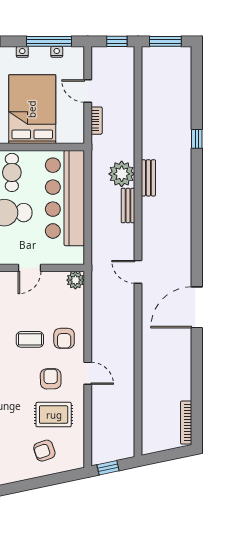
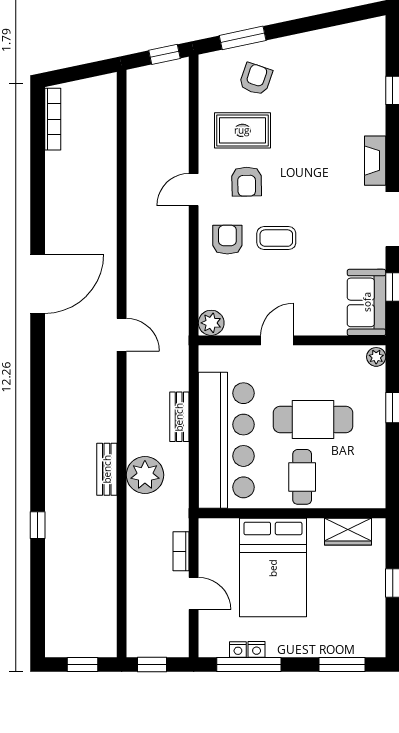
window: (165, 41) -> (83, 665), width x0.67
nightstand: (22, 52) -> (257, 649), moved
bench: (128, 206) -> (179, 417), moved
door: (88, 373) -> (194, 190), hinge flipped
armchair: (44, 451) -> (256, 79), turned -52
window: (53, 479) -> (243, 38), added

